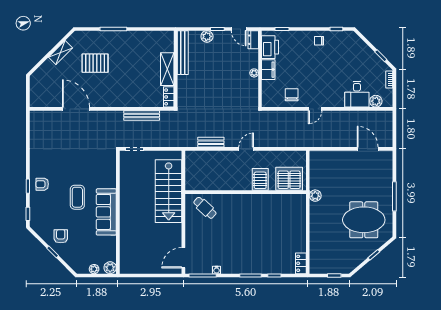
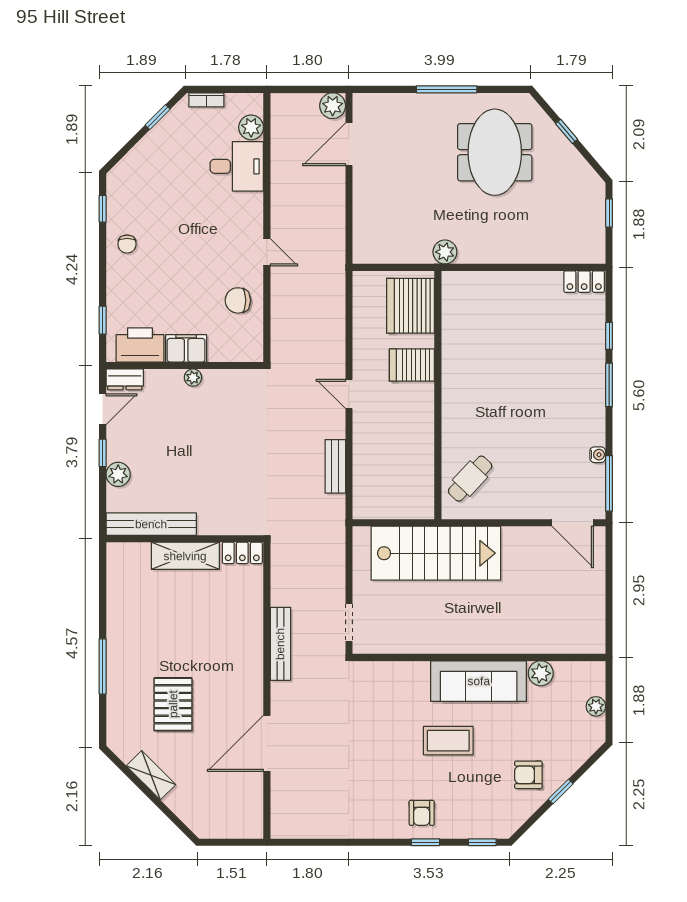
bench: (142, 116) -> (280, 644), moved
plant: (386, 141) -> (333, 106), added
plant: (110, 268) -> (541, 673), moved

